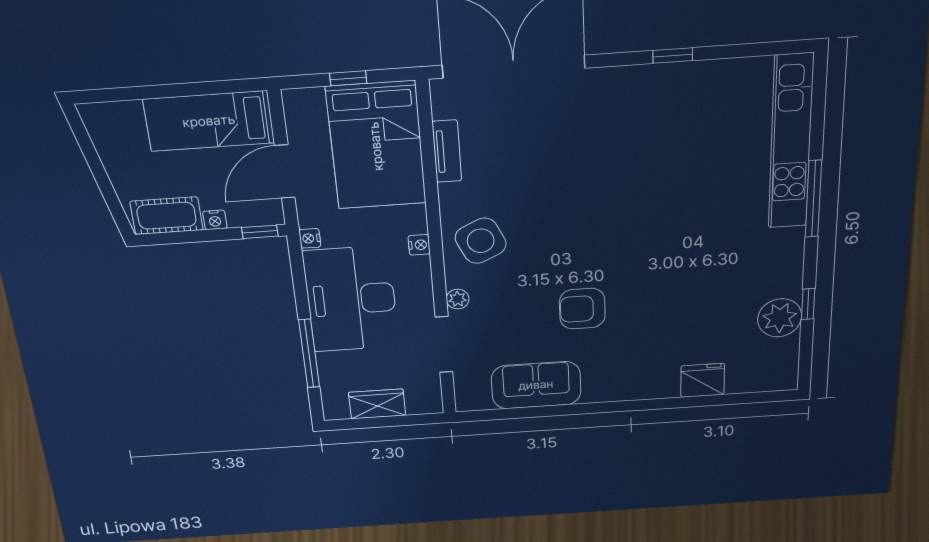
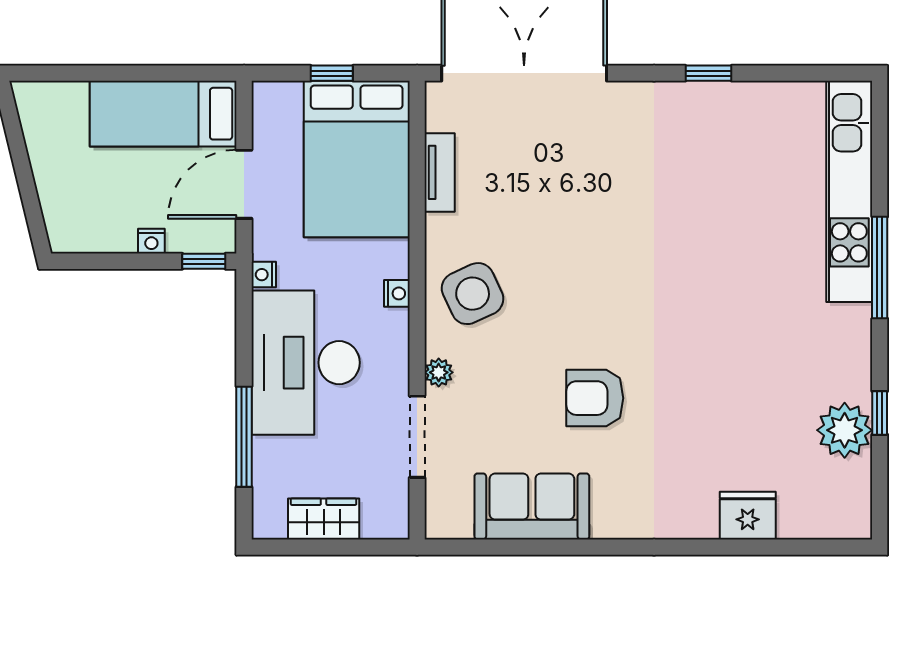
cot: (167, 216) -> (94, 231), removed

